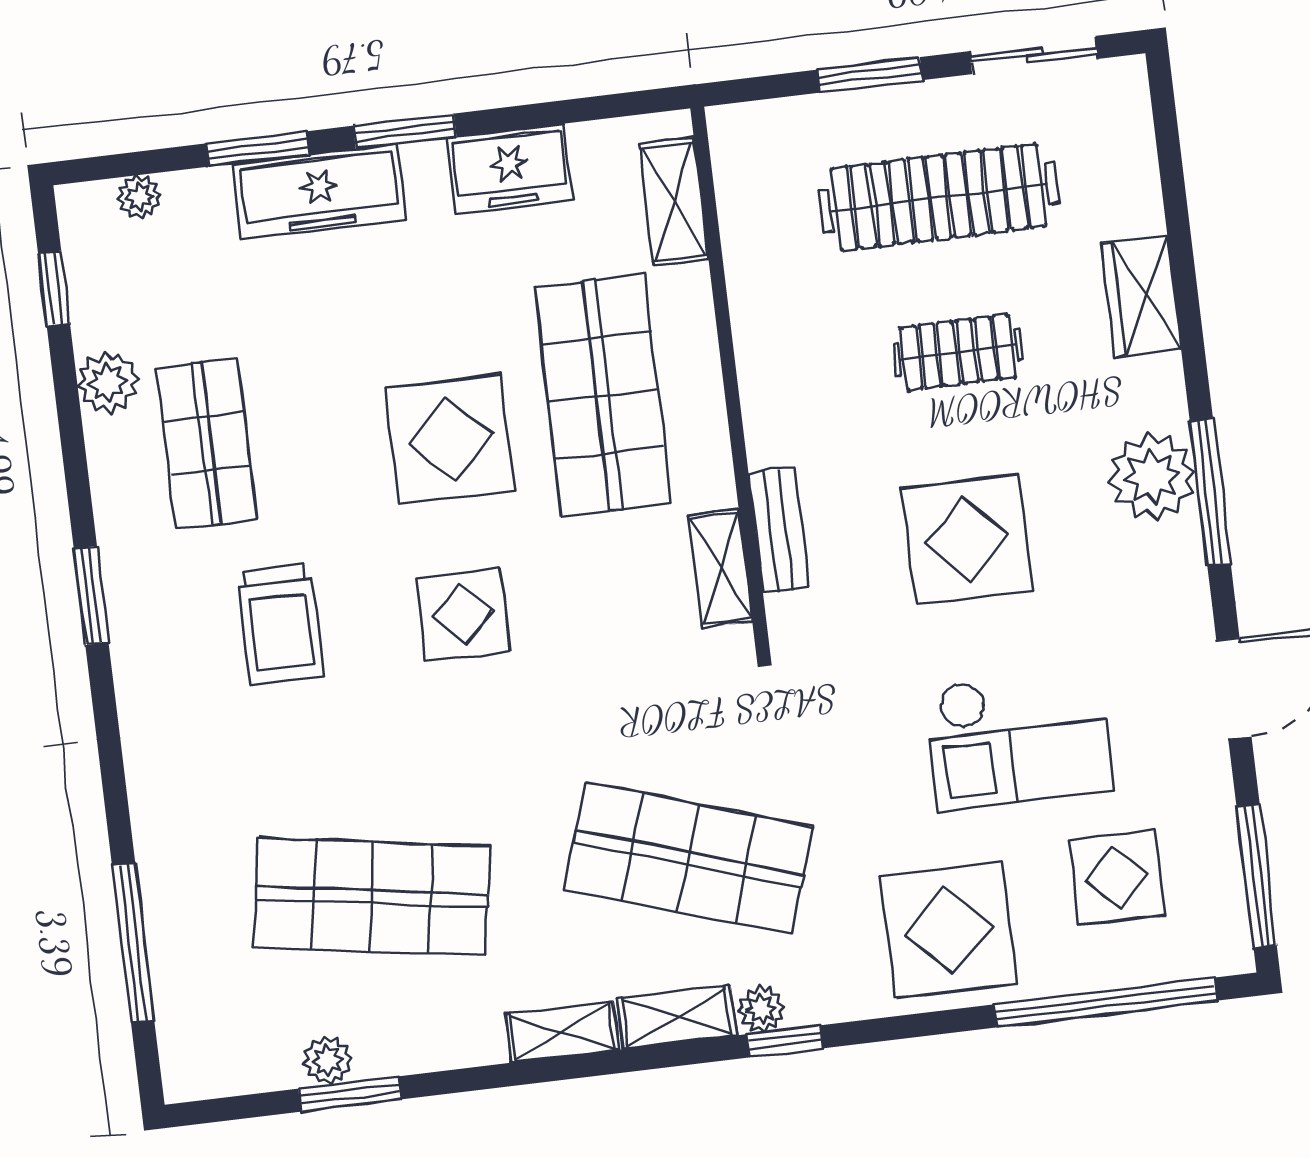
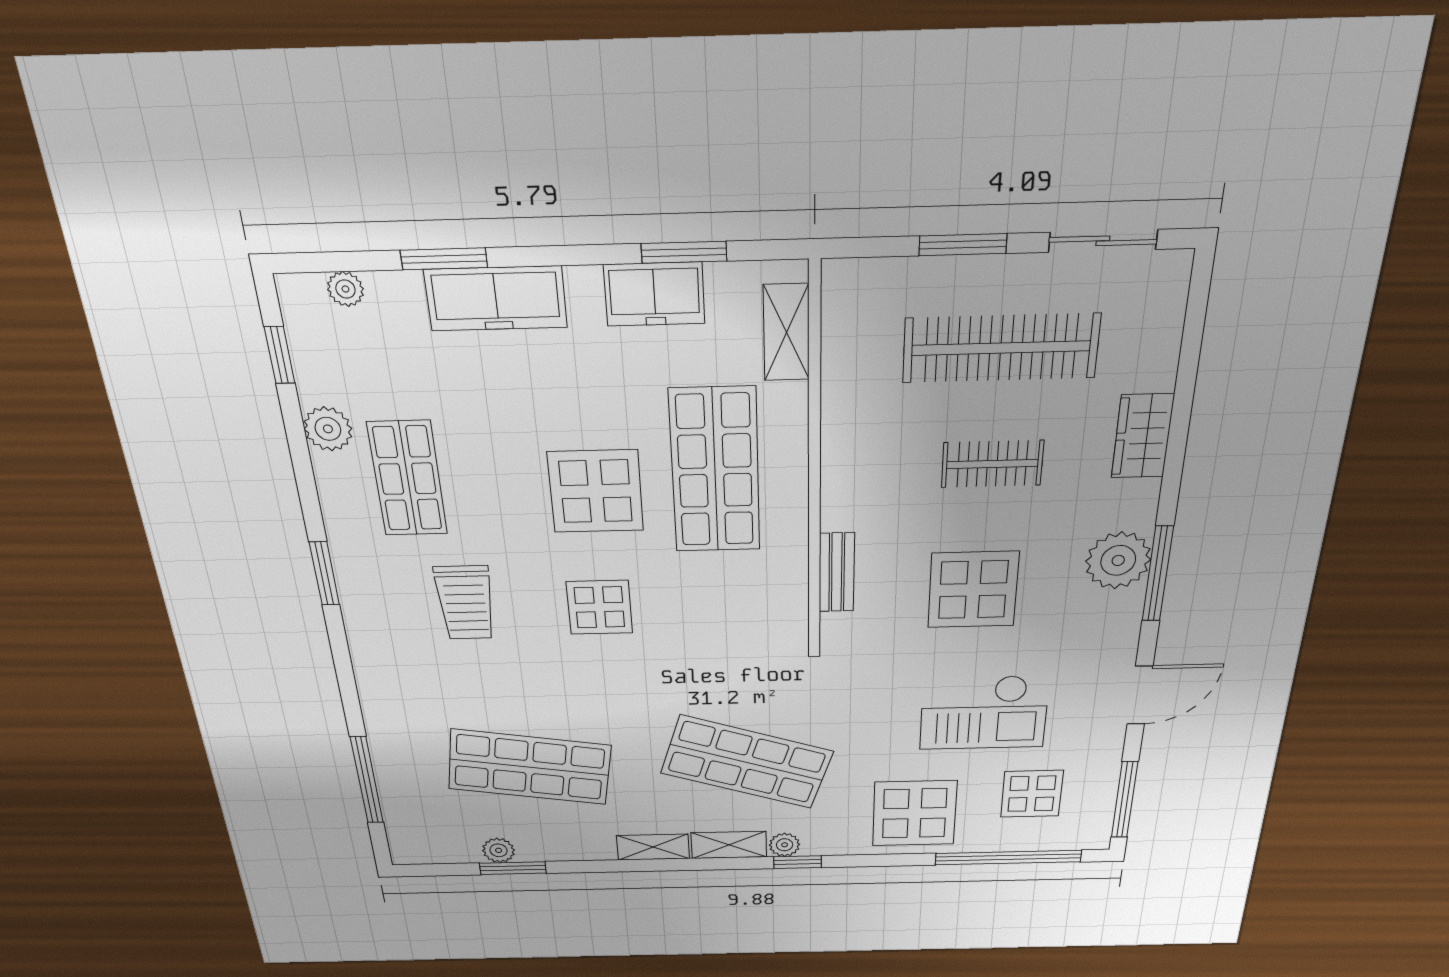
window: (405, 131) -> (684, 252), moved
shelving: (720, 569) -> (790, 594), removed

